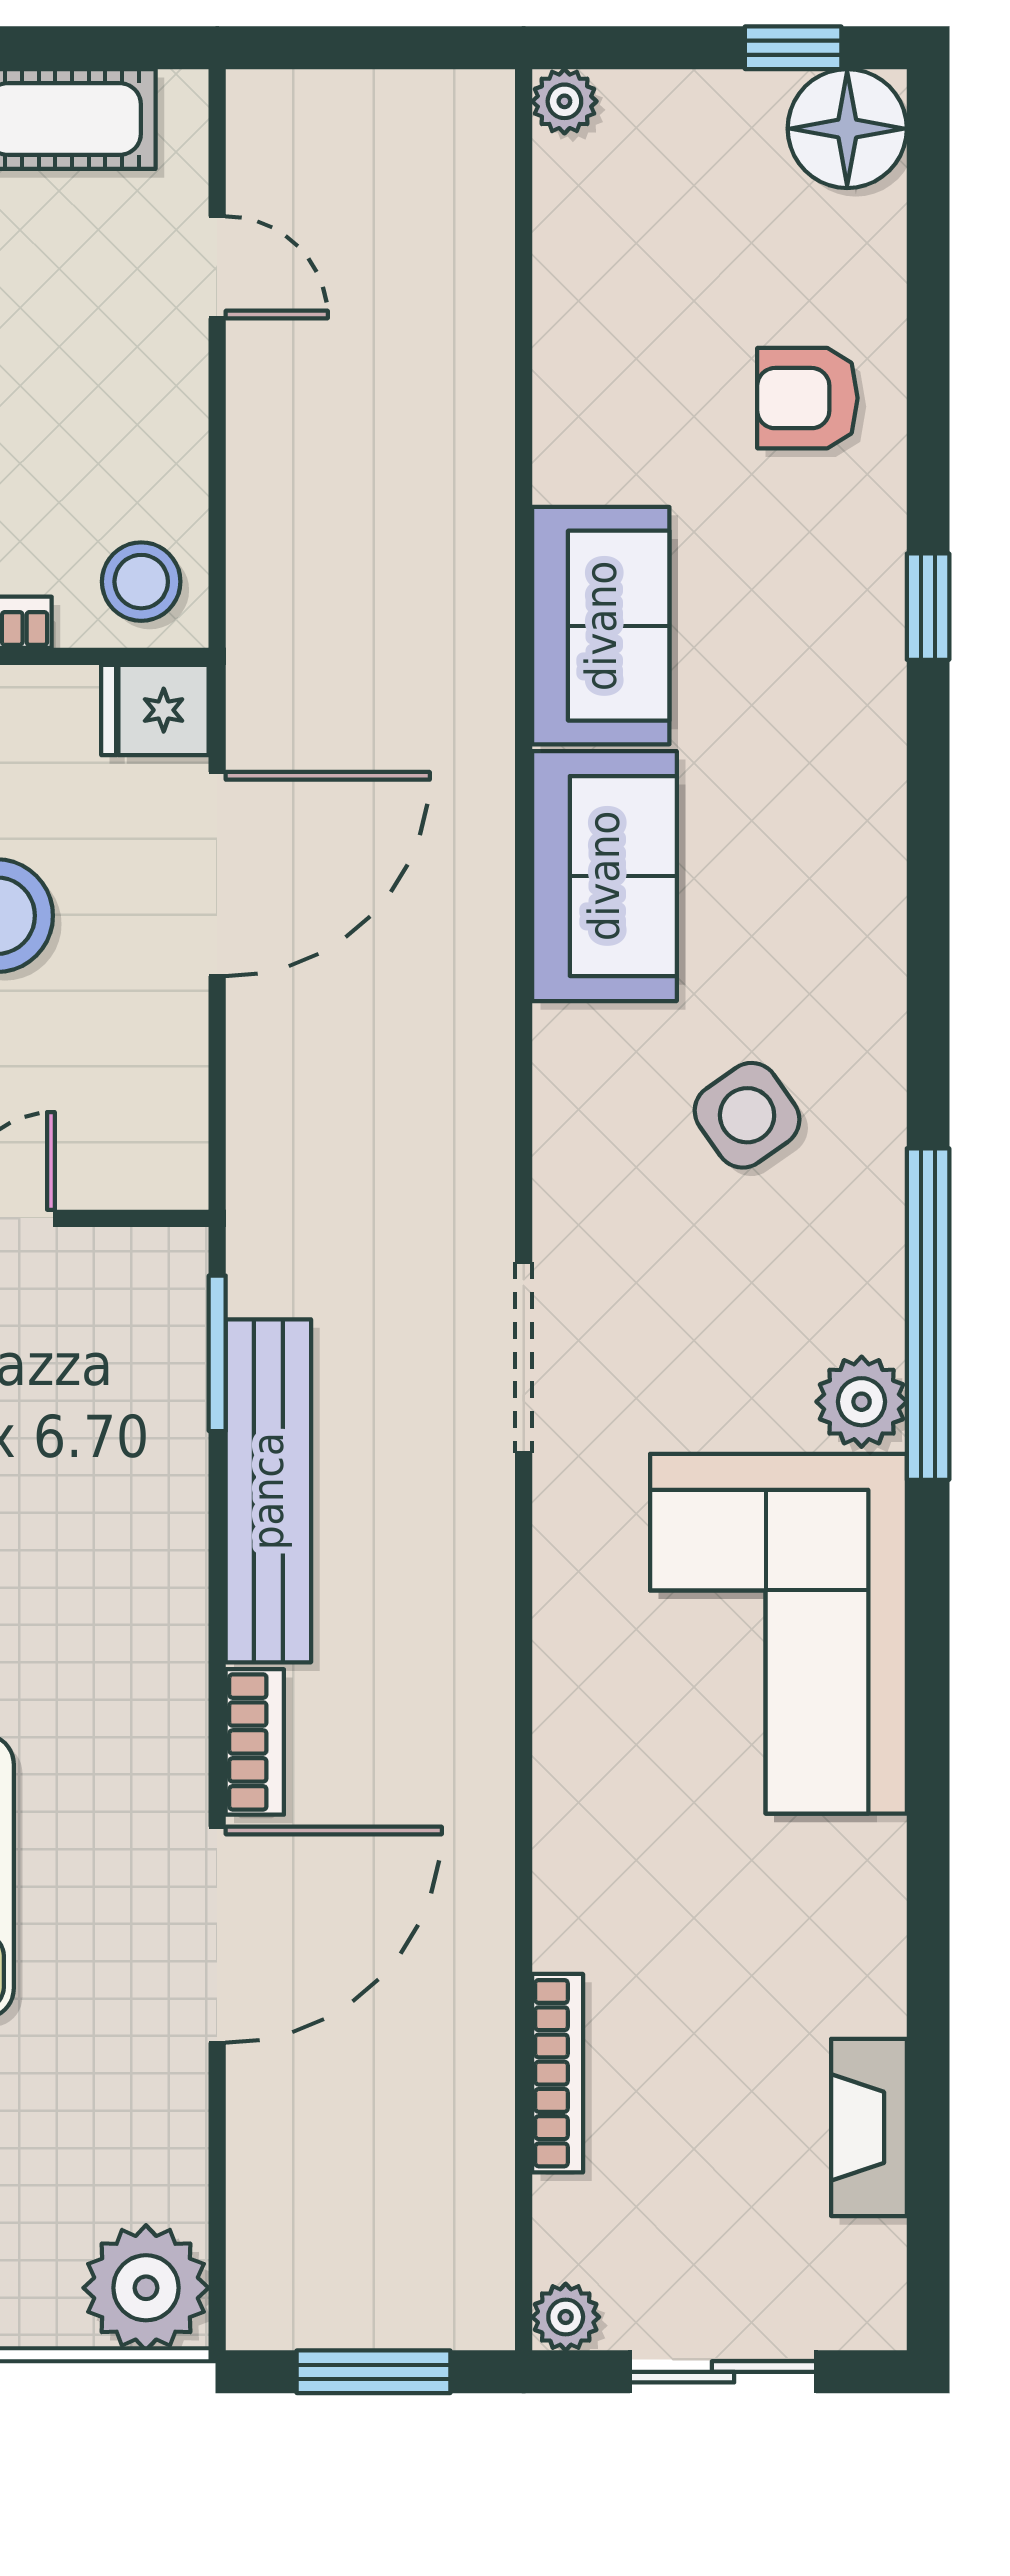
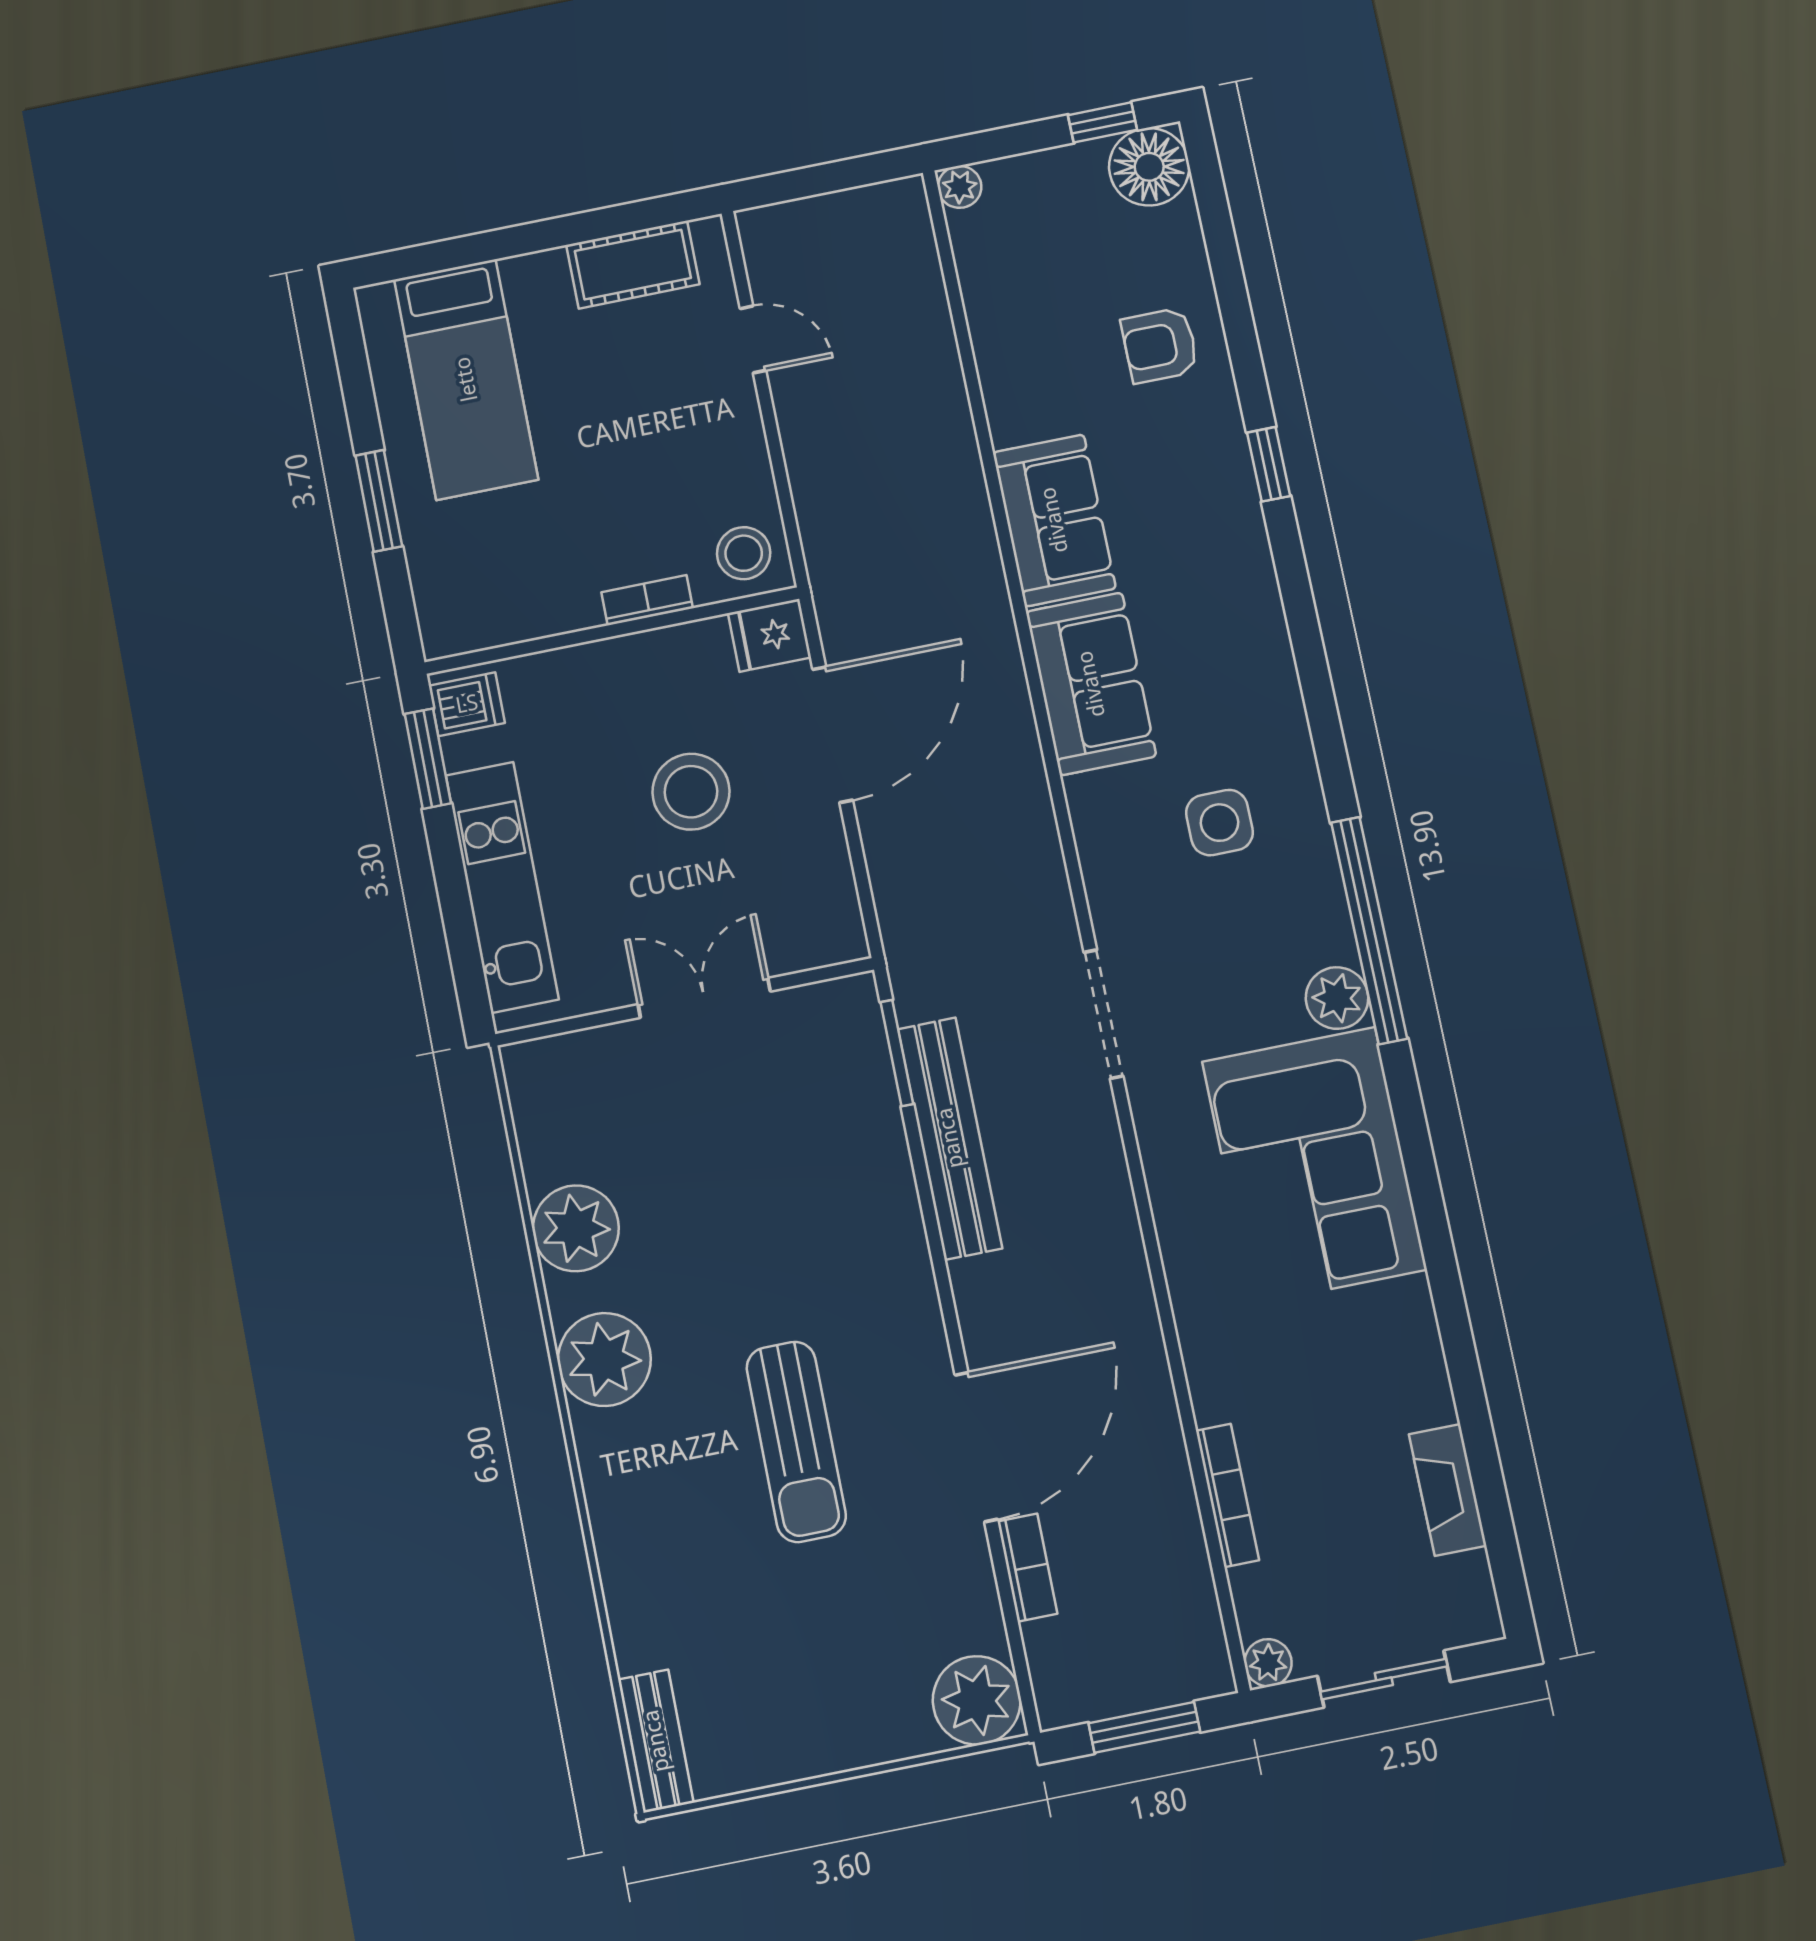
side table: (747, 1115) -> (1219, 823), turned 35
bookcase: (255, 1742) -> (1027, 1568), moved

